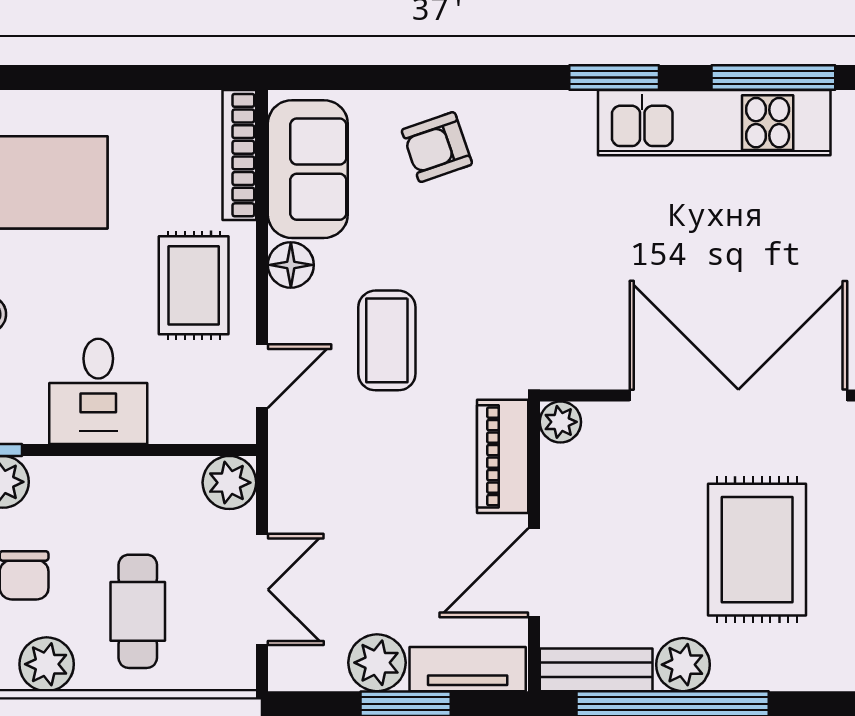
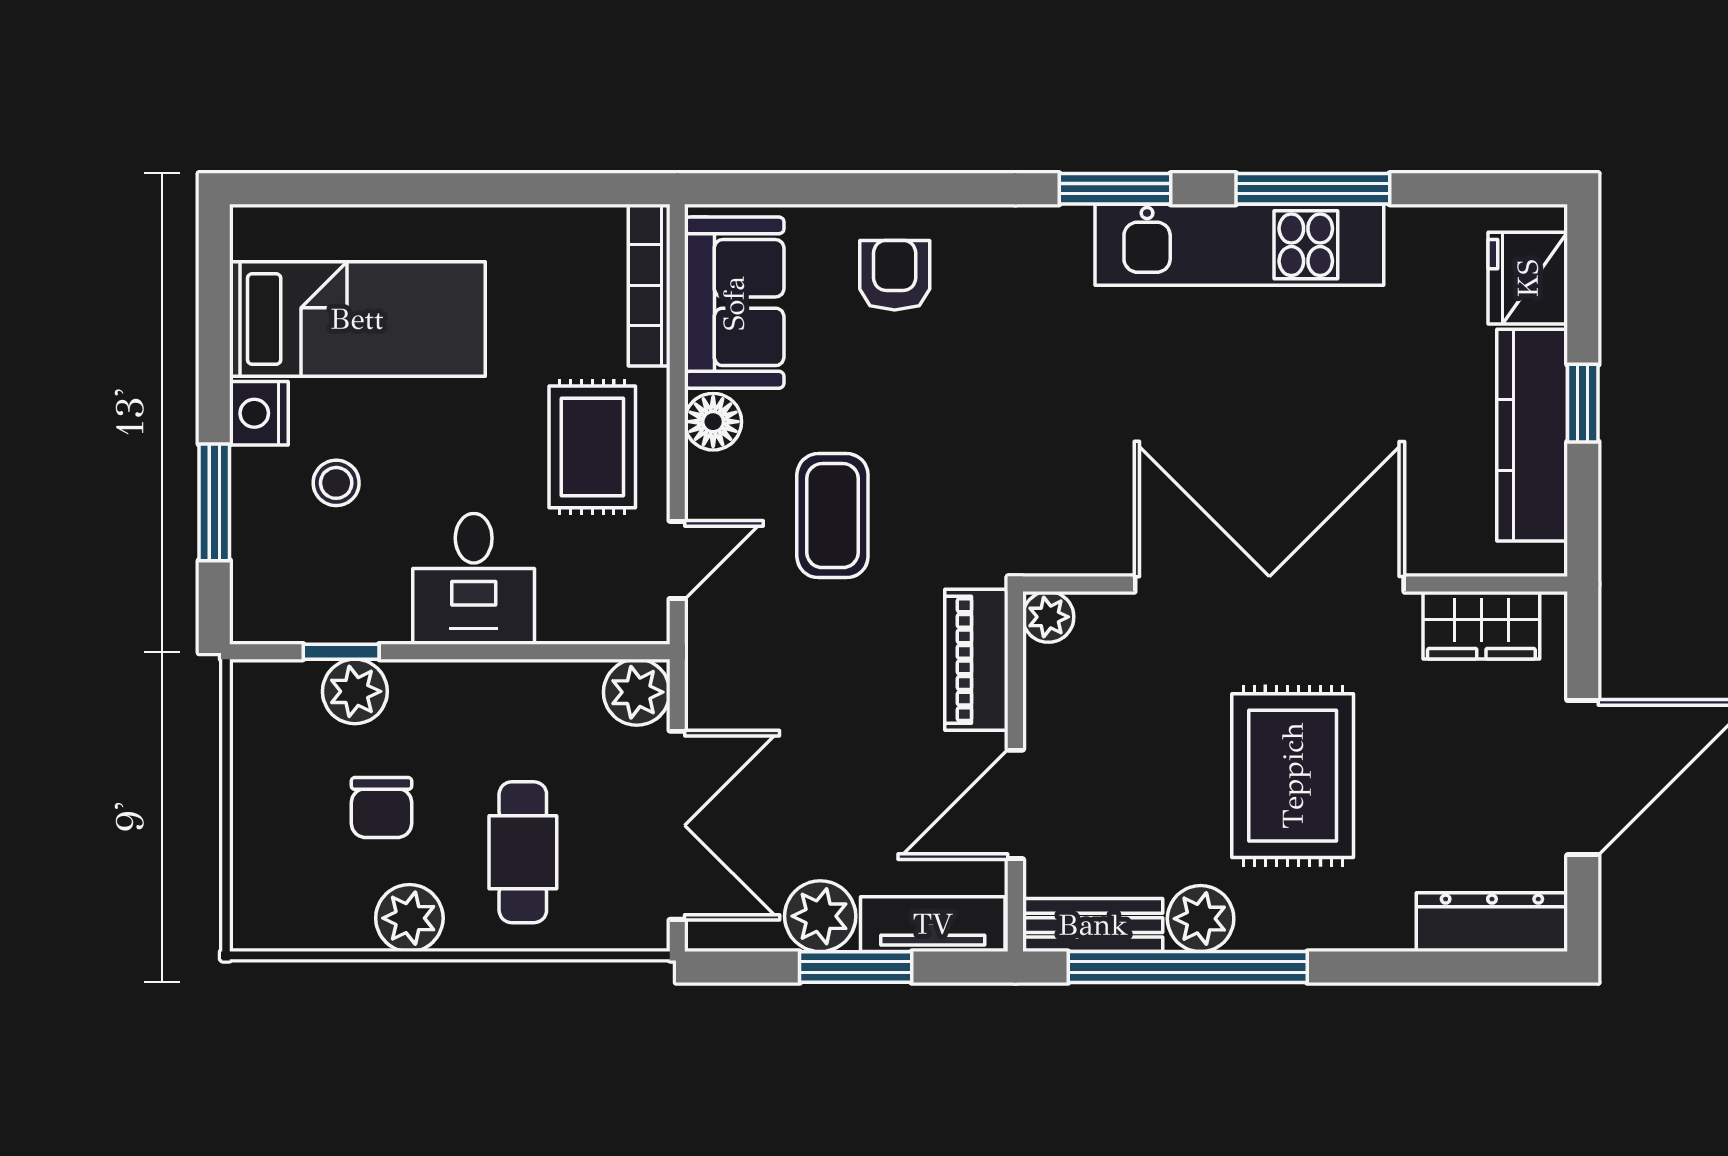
armchair: (437, 147) -> (895, 275), turned 109
double door: (262, 590) -> (677, 825), width x1.37

